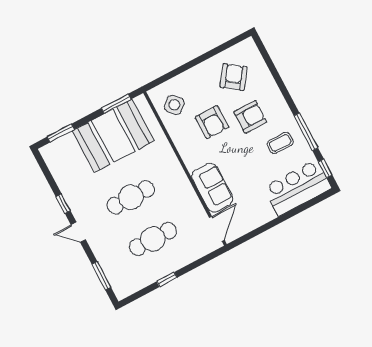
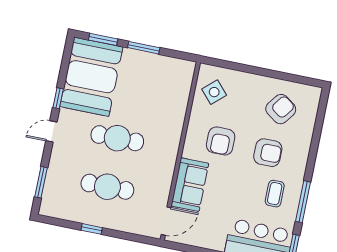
window: (116, 104) -> (144, 48), moved
armchair: (212, 122) -> (221, 141), moved
booth: (113, 136) -> (91, 77), moved, turned 90
coffee table: (280, 143) -> (275, 194), turned 90
door: (78, 232) -> (51, 131), hinge flipped

